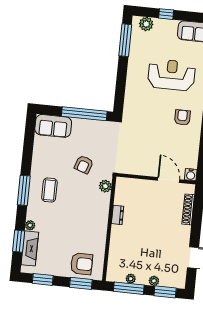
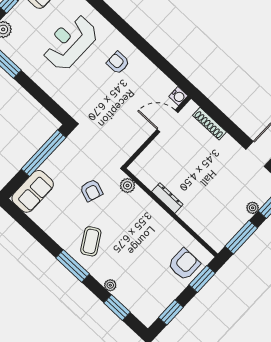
coffee table: (49, 190) -> (91, 241), turned 59
dresser: (118, 215) -> (167, 198), width x1.44
fireplace: (30, 248) -> (132, 302), removed
plant: (131, 279) -> (234, 228), removed

